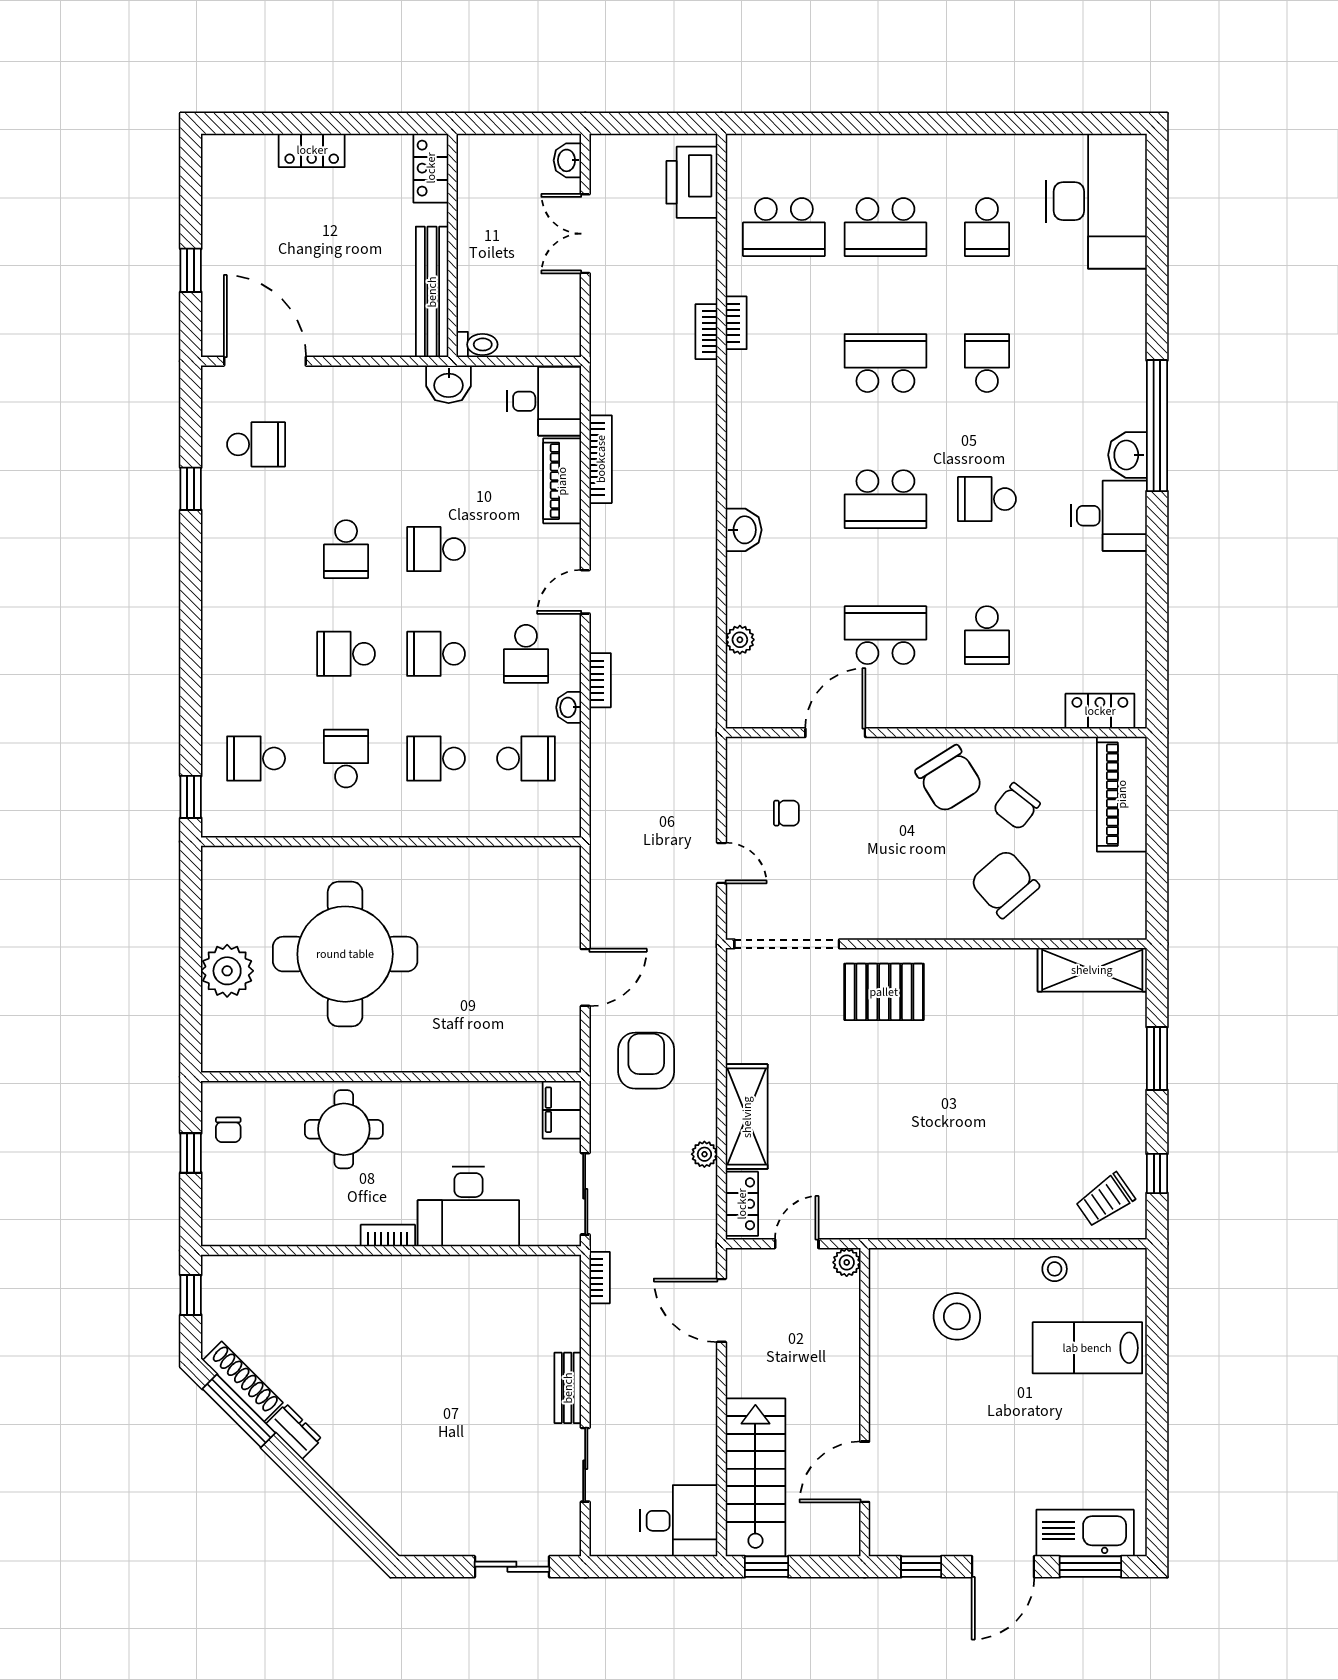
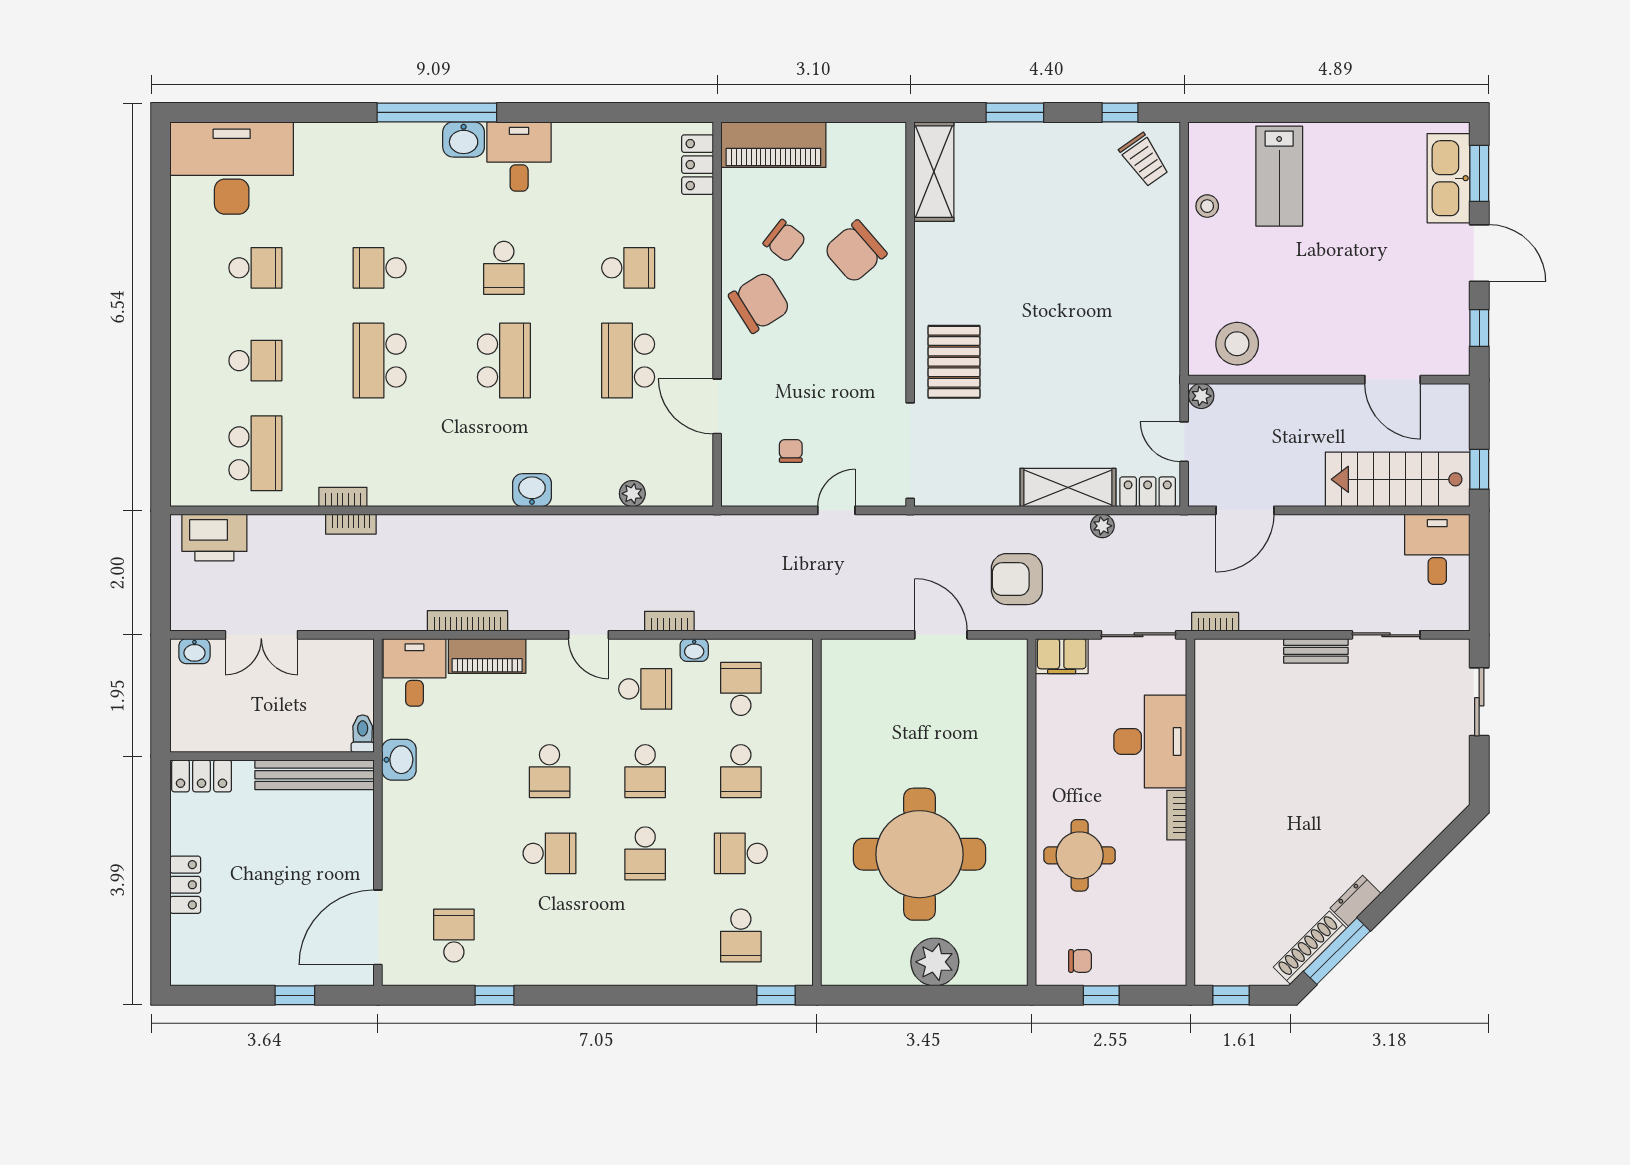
school desk: (885, 227) -> (255, 361), width x0.54
stool: (957, 1316) -> (1237, 344), moved

